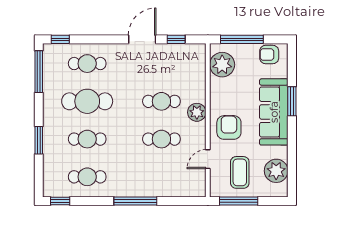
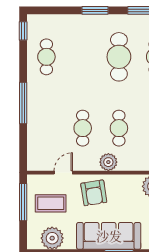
armchair: (229, 127) -> (94, 193), turned 81
cafe table: (87, 139) -> (83, 57), removed
window: (39, 140) -> (95, 10), moved
door: (208, 159) -> (63, 173), hinge flipped

